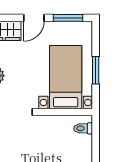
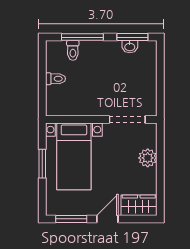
toilet: (83, 128) -> (55, 79), moved

